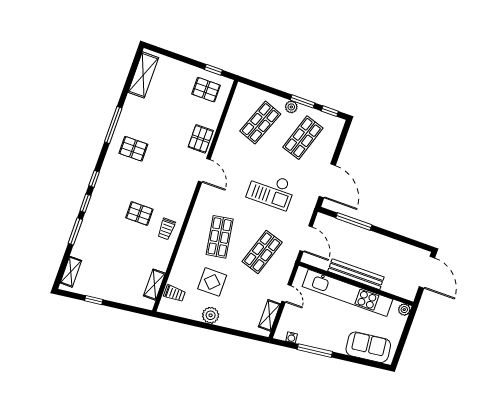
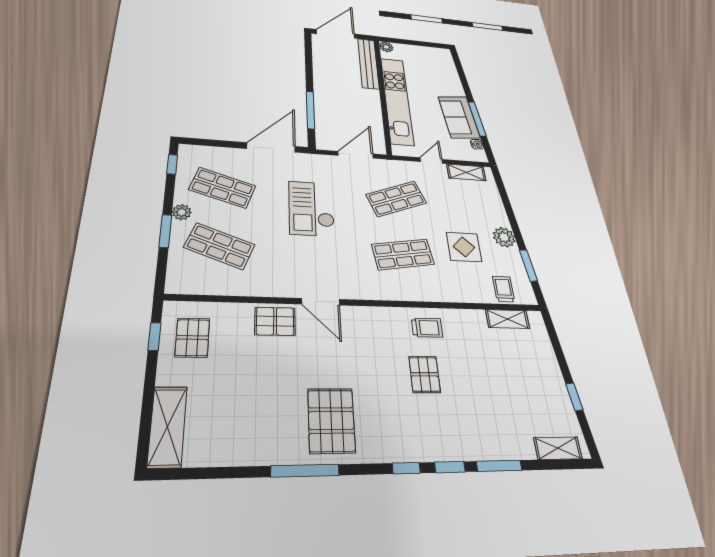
shelving: (143, 75) -> (167, 427), moved, turned 90
window: (303, 101) -> (165, 231), moved
pallet: (133, 149) -> (331, 420), width x1.50, depth x1.42
door: (204, 170) -> (321, 302), swing flipped
checkout: (271, 190) -> (311, 208), turned 180
shop shelf: (262, 252) -> (396, 199), turned -39
bench: (356, 274) -> (368, 63), moved
window: (185, 321) -> (528, 265), added
sofa: (368, 347) -> (459, 117), moved

